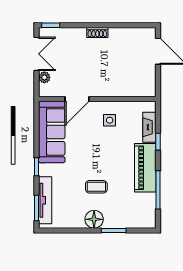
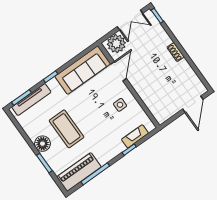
plant: (44, 77) -> (116, 44), width x1.88, depth x1.88
door: (77, 99) -> (119, 71), swing flipped
piano: (145, 168) -> (79, 172), moved
coffee table: (96, 187) -> (67, 129), width x1.86, depth x1.72

